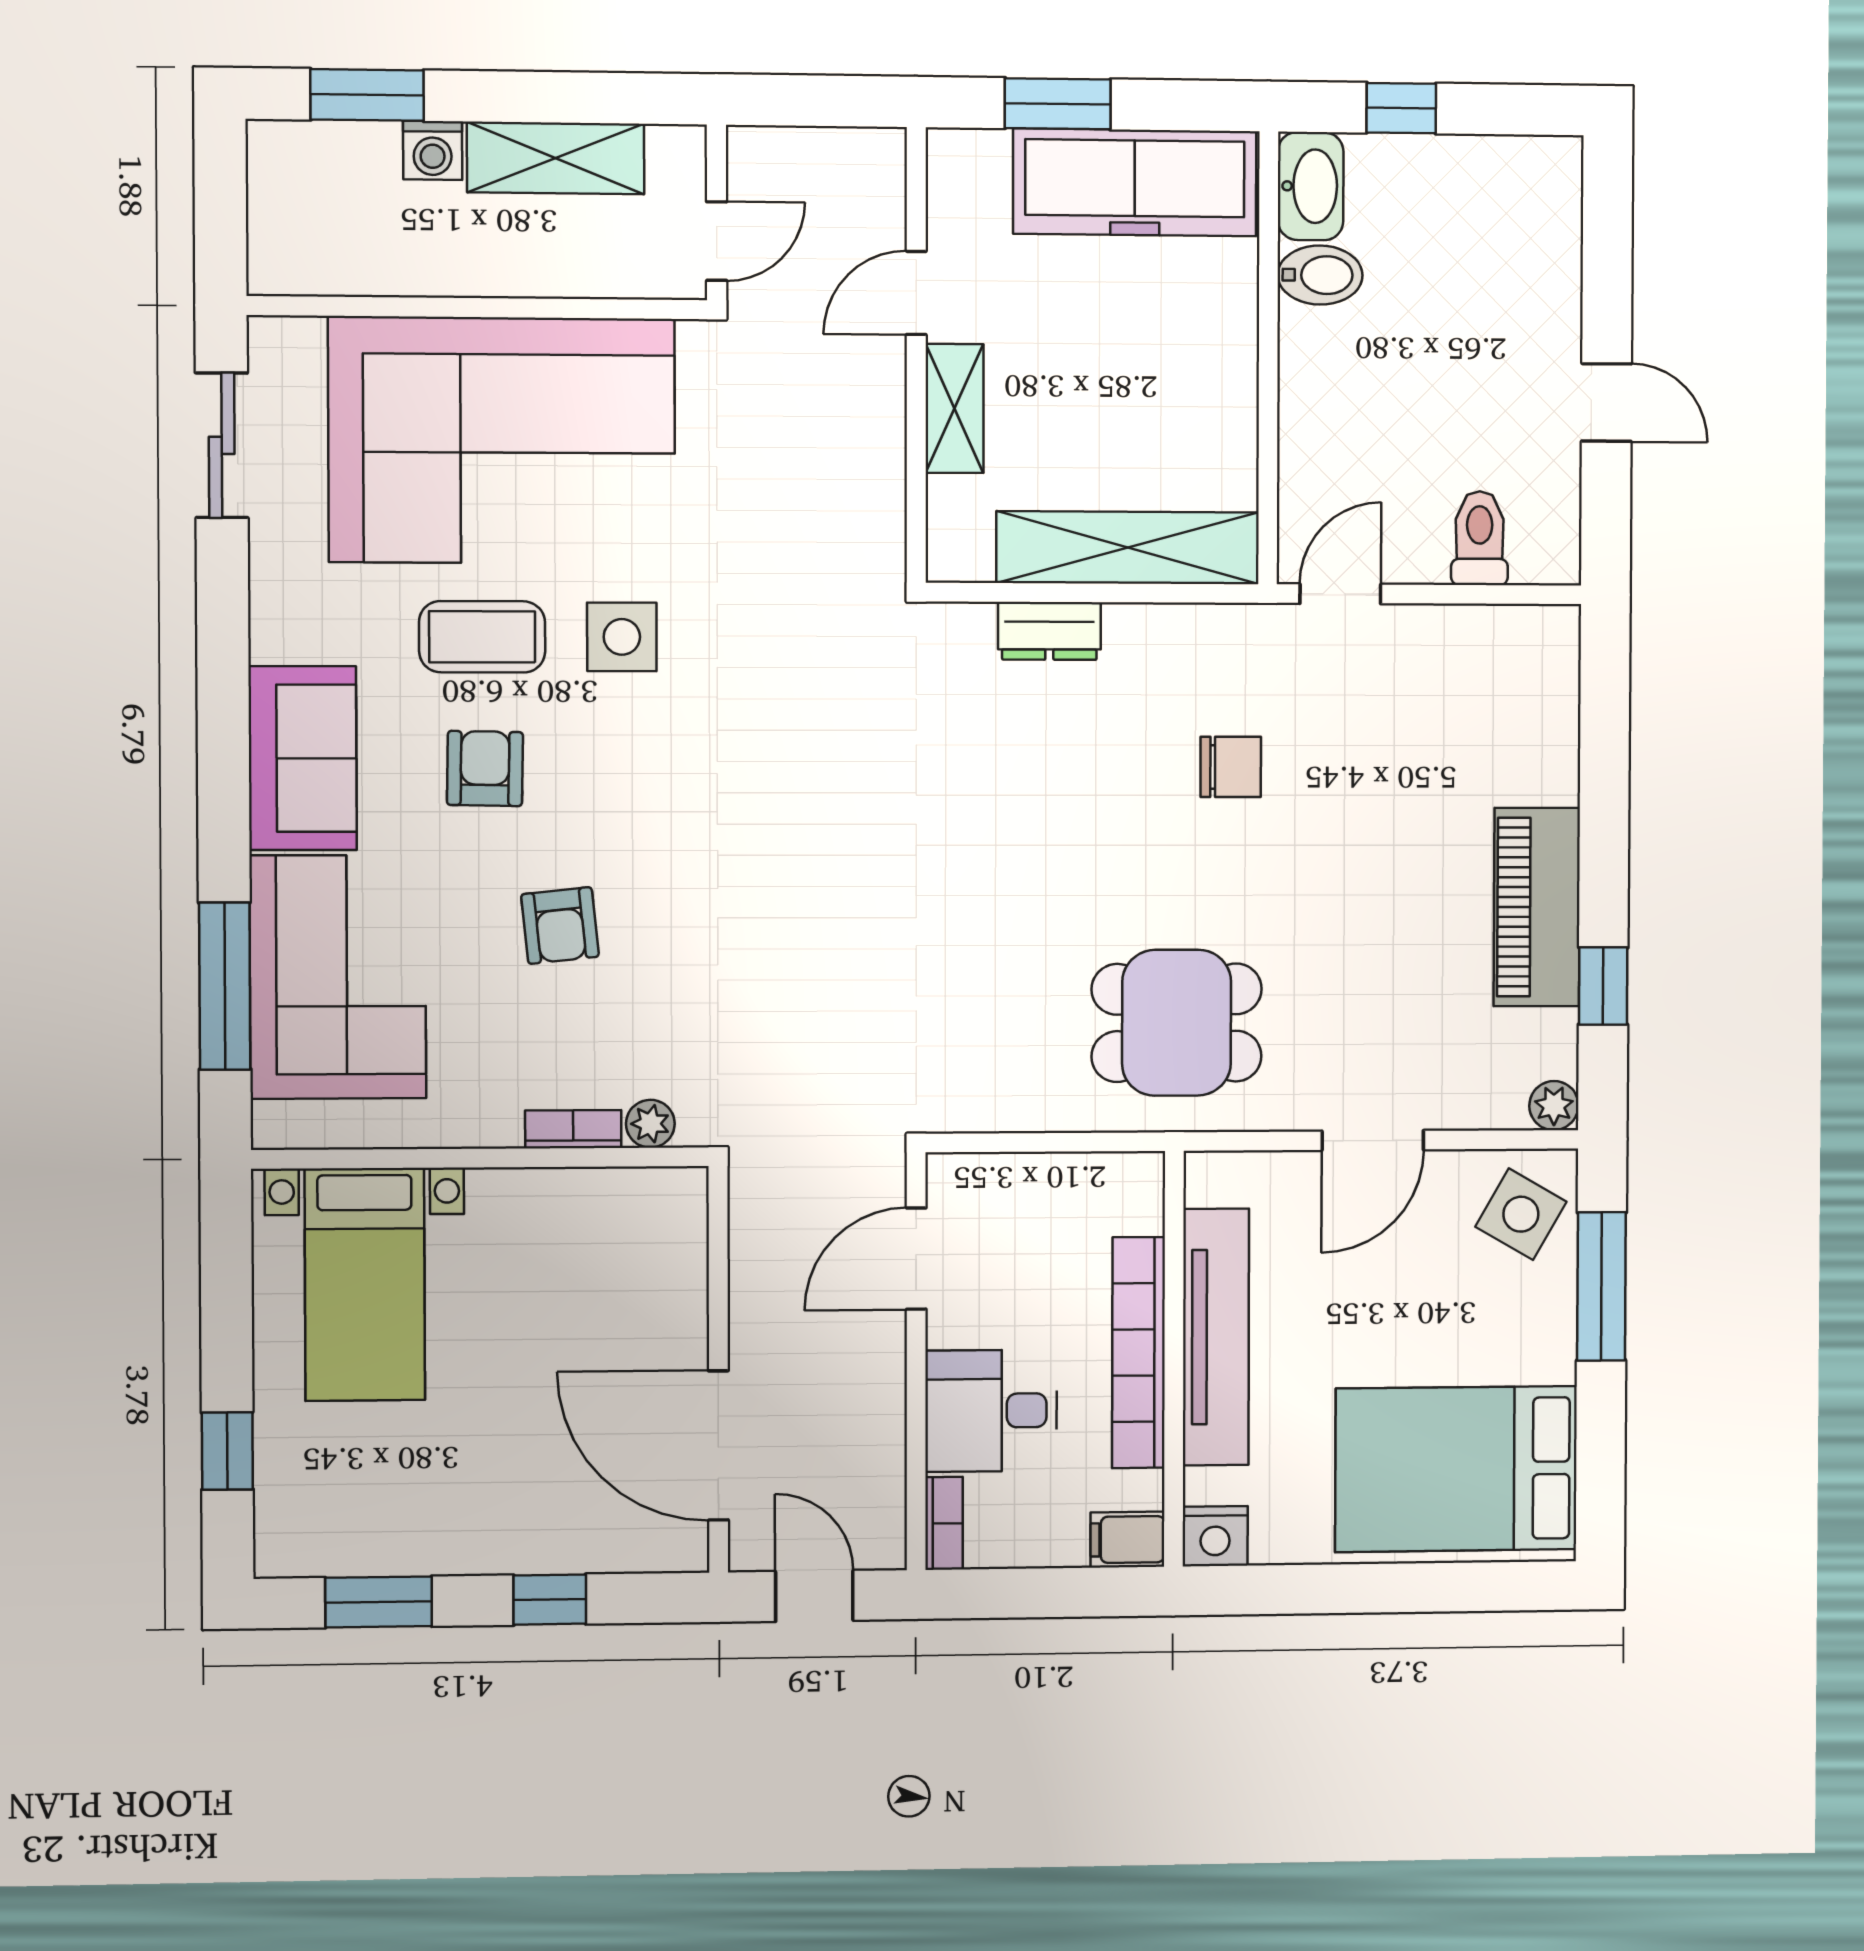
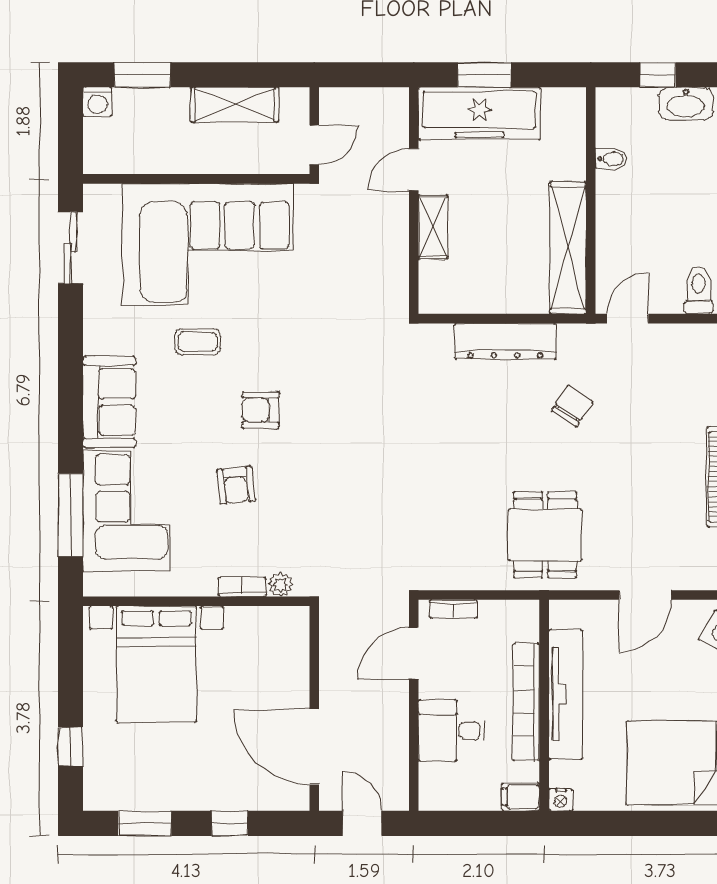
washing machine: (433, 150) -> (97, 102), moved
freezer: (1135, 182) -> (479, 113), moved
washbasin: (1311, 186) -> (686, 104), moved, turned 90
bidet: (1320, 275) -> (611, 159), width x0.72, depth x0.74
shelving: (1128, 548) -> (568, 248), moved, turned 90
dresser: (1049, 631) -> (505, 341), width x1.96, depth x1.24
coffee table: (482, 637) -> (198, 342), width x0.73, depth x0.77
side table: (622, 637) -> (267, 341), removed
chair: (1231, 767) -> (572, 406), turned -57
armchair: (485, 769) -> (261, 410), moved, turned -91
dining table: (1177, 1023) -> (545, 535), turned 90
bed with nightstands: (365, 1284) -> (156, 664), width x1.36
bookcase: (944, 1523) -> (453, 609), moved, turned 90
nightstand: (1215, 1536) -> (561, 800), width x0.72, depth x0.74

